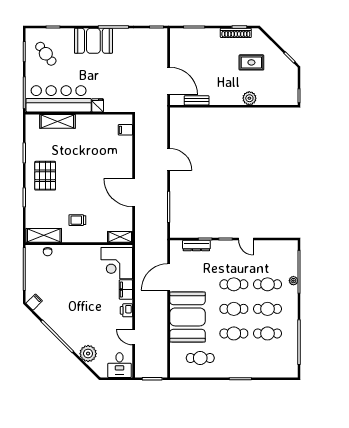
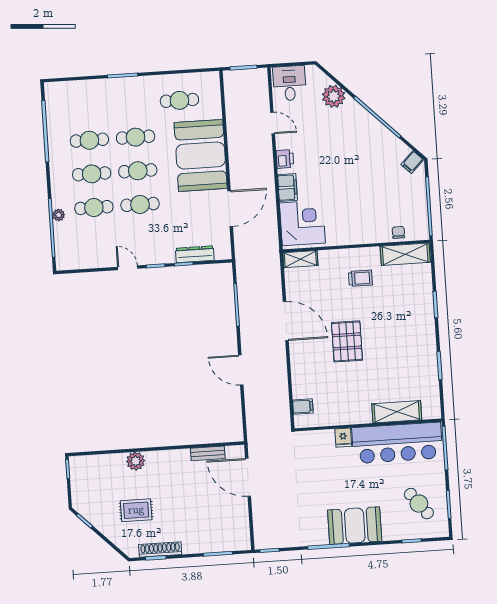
pallet: (45, 176) -> (347, 341), moved

